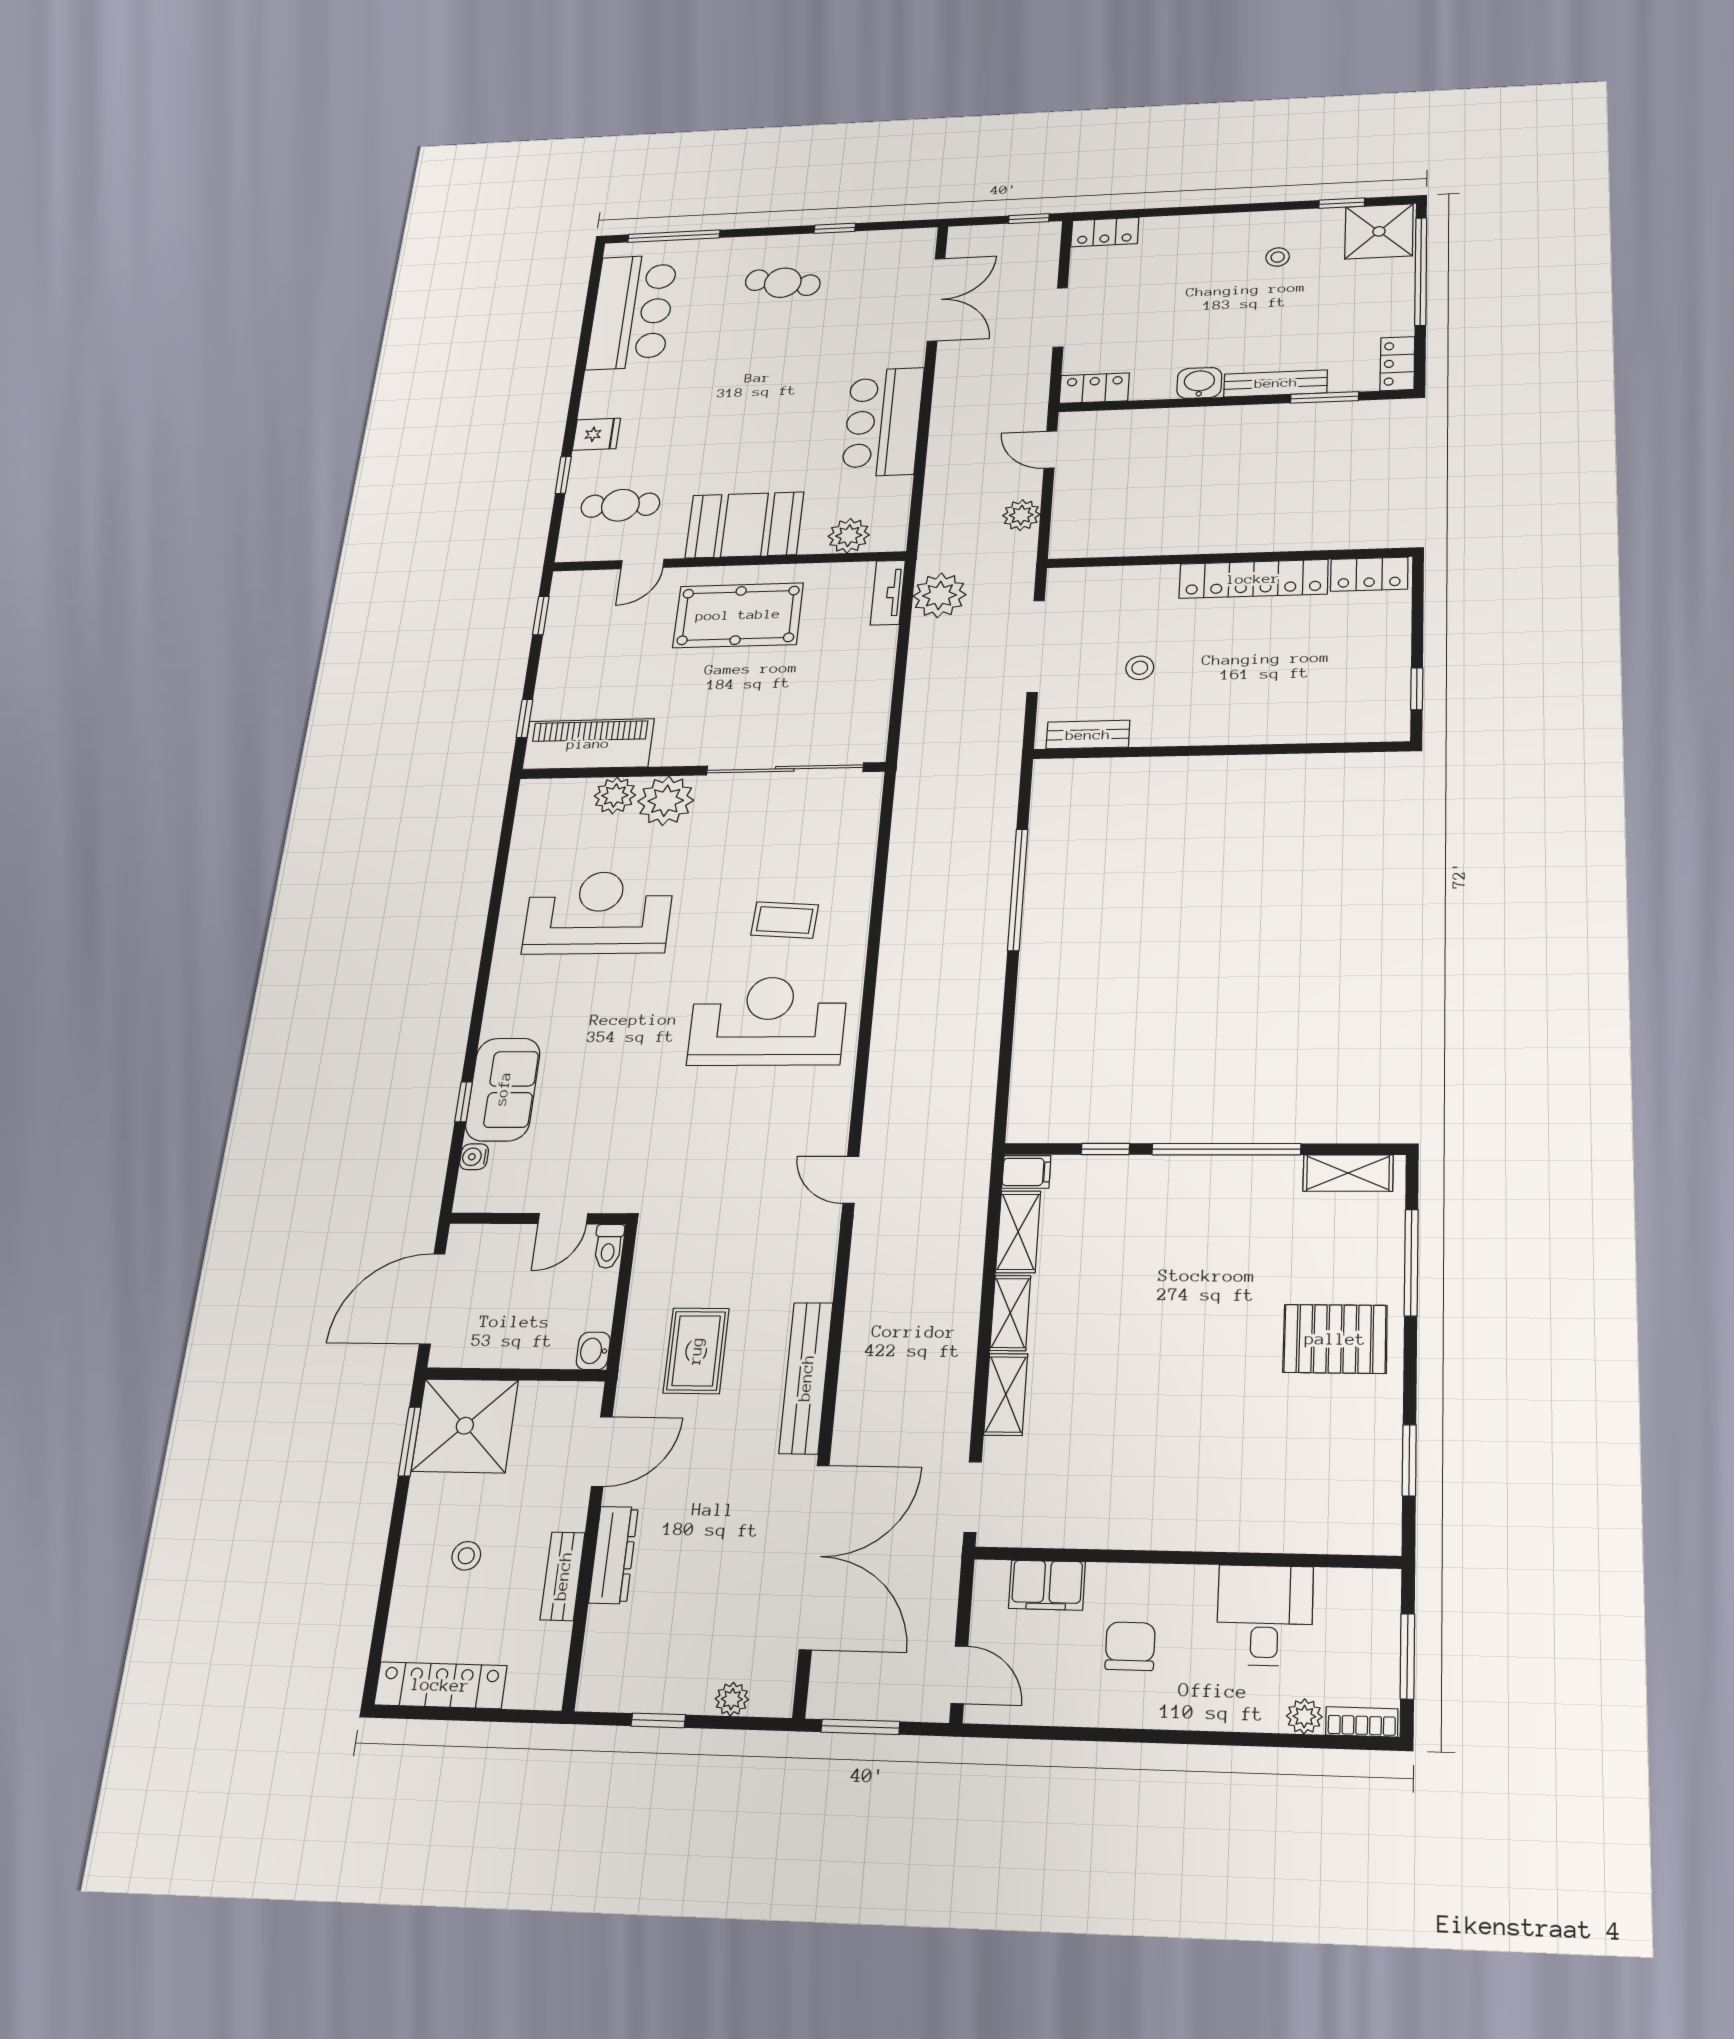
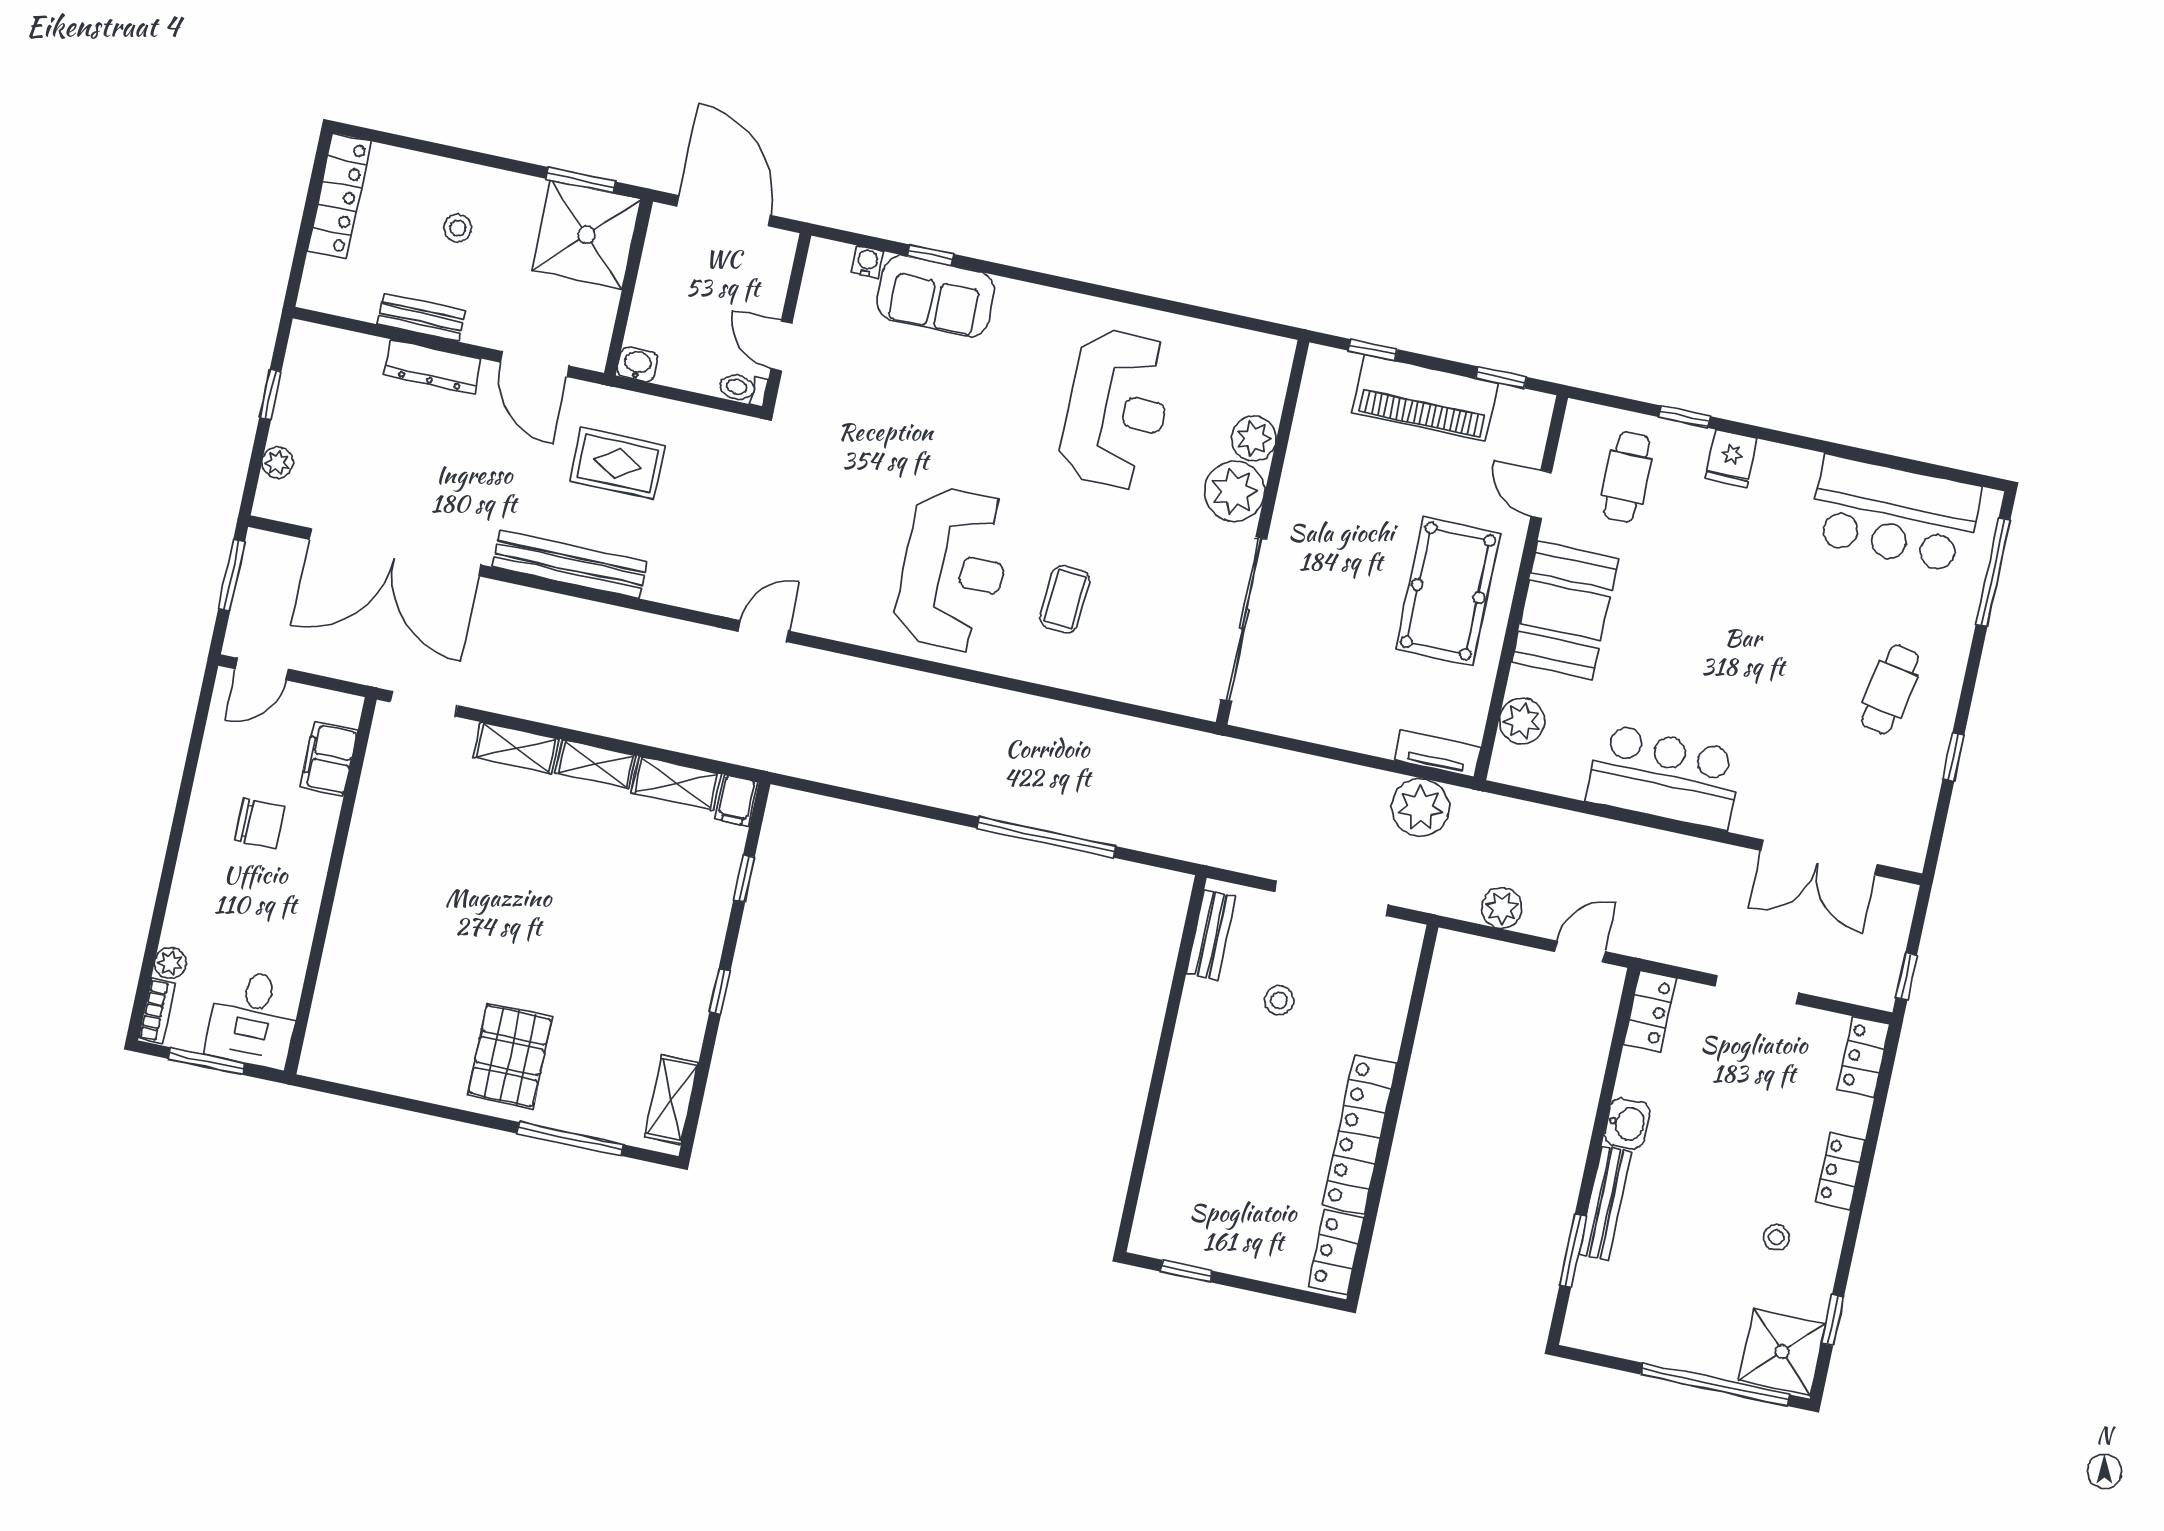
locker: (1397, 364) -> (1840, 1171), moved, turned -90
piano: (588, 744) -> (1425, 398), moved, turned 90
window: (1226, 1149) -> (720, 992), width x0.32
window: (1409, 1460) -> (382, 1099), removed
desk: (1265, 1615) -> (253, 1019), moved, turned 90

